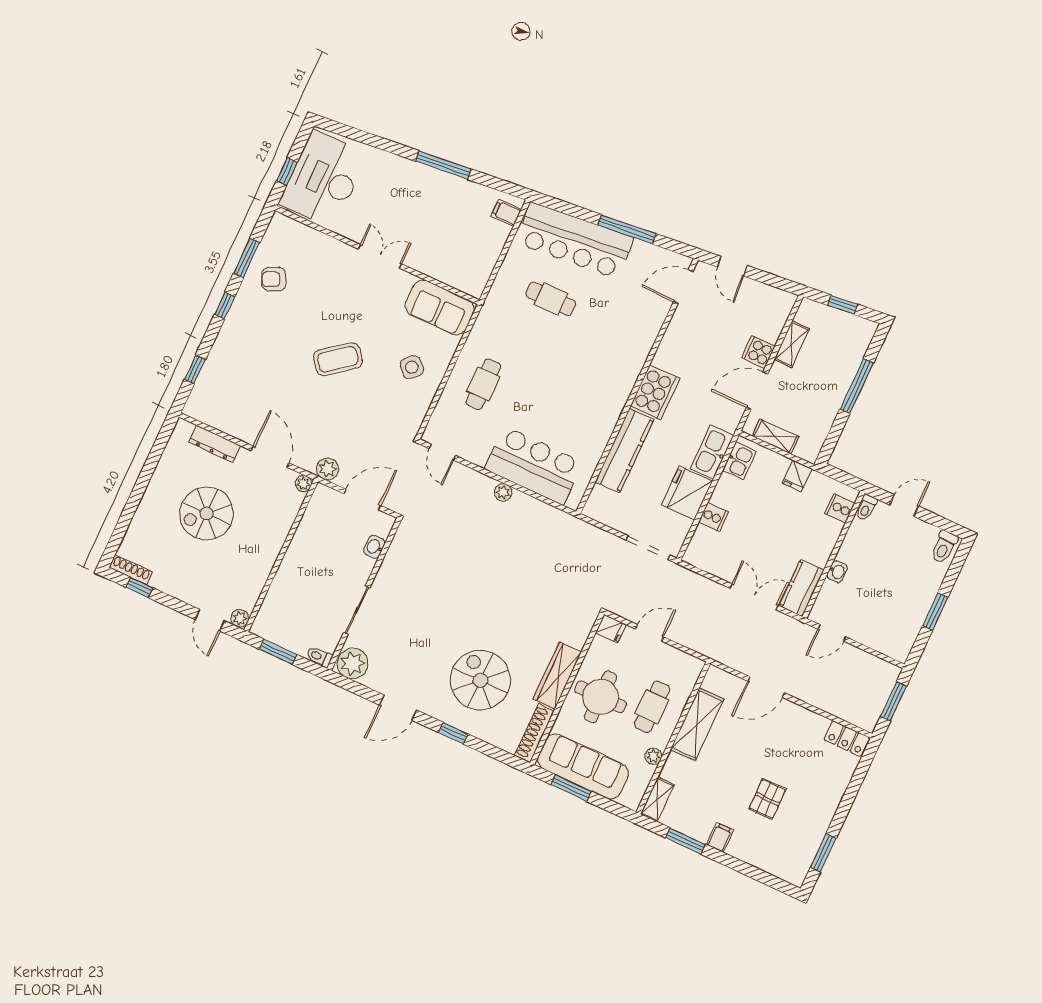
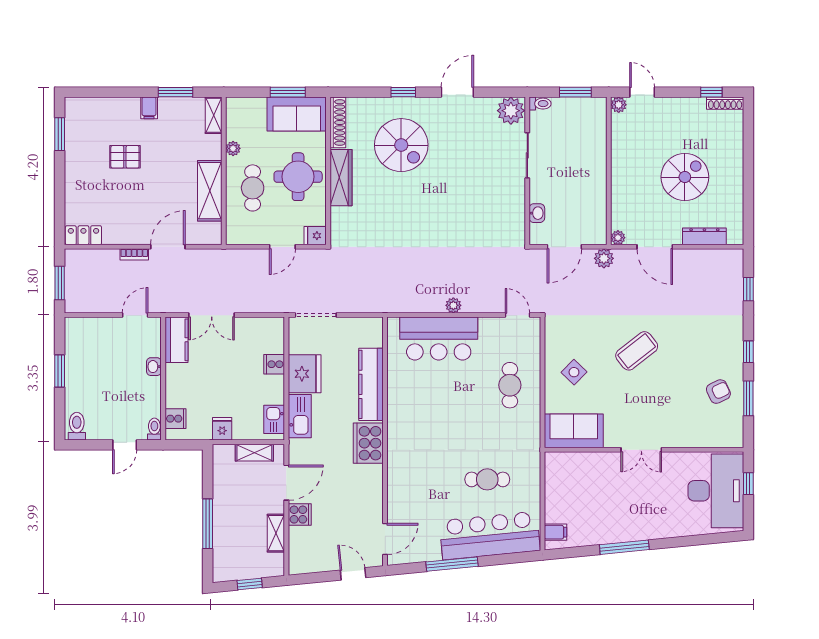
bookcase: (804, 695) -> (134, 254), added
sofa: (583, 766) -> (297, 114), width x0.73
pallet: (767, 799) -> (125, 157), turned 90

